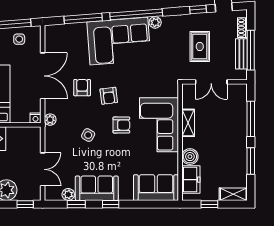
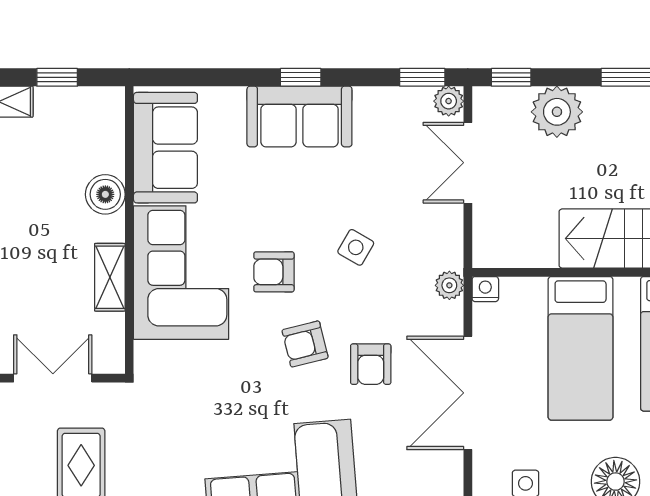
armchair: (109, 96) -> (305, 344), turned -97
freezer: (191, 180) -> (103, 138), removed
sofa: (97, 188) -> (299, 116), moved
sofa: (156, 188) -> (165, 148), moved, turned -90
plant: (68, 194) -> (449, 101), moved
window: (76, 204) -> (422, 77), moved

